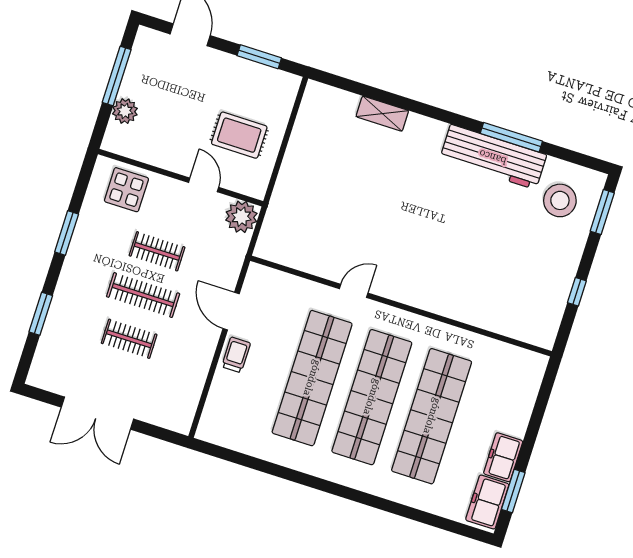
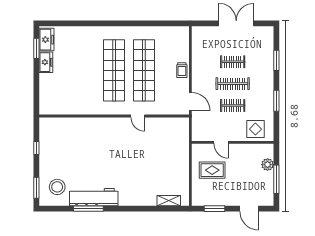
shelving: (382, 114) -> (169, 201), moved
plant: (241, 217) -> (199, 133), removed
door: (354, 291) -> (138, 116), hinge flipped
door: (231, 311) -> (190, 101), moved
shop shelf: (432, 416) -> (84, 70), removed

